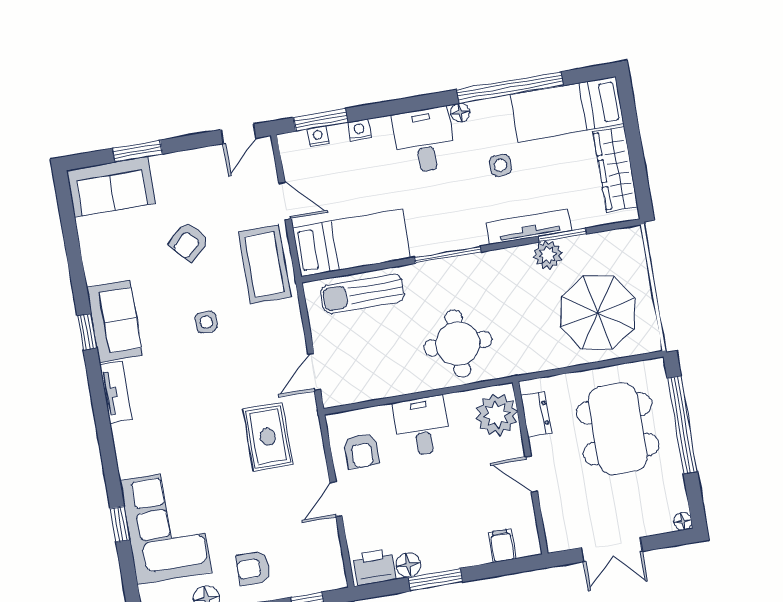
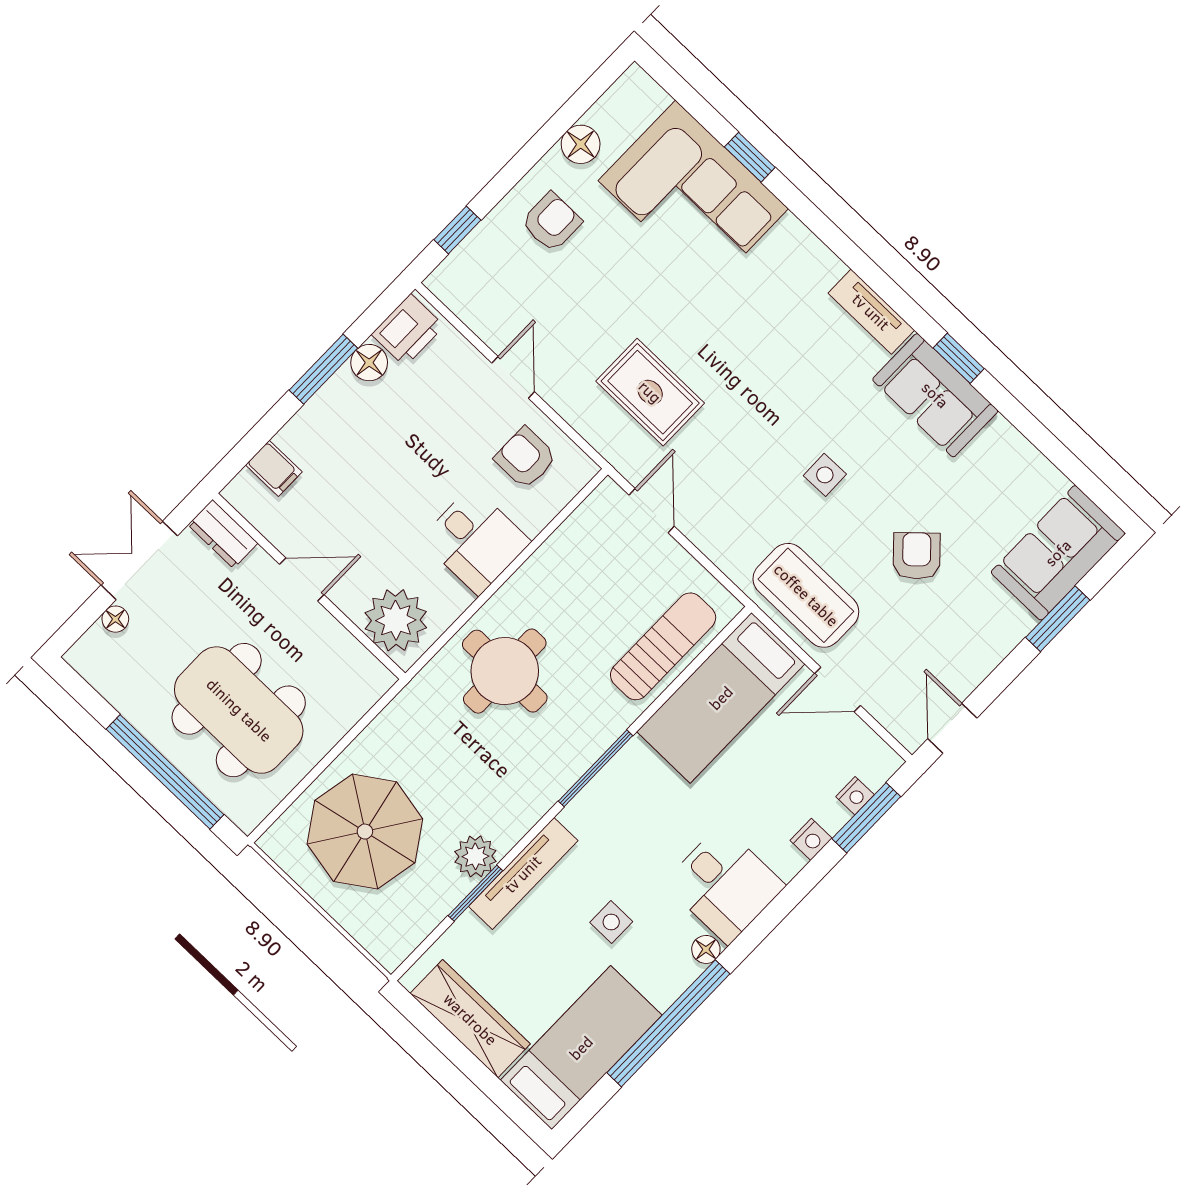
dresser: (536, 414) -> (223, 534), moved
floor lamp: (683, 521) -> (115, 619), moved

